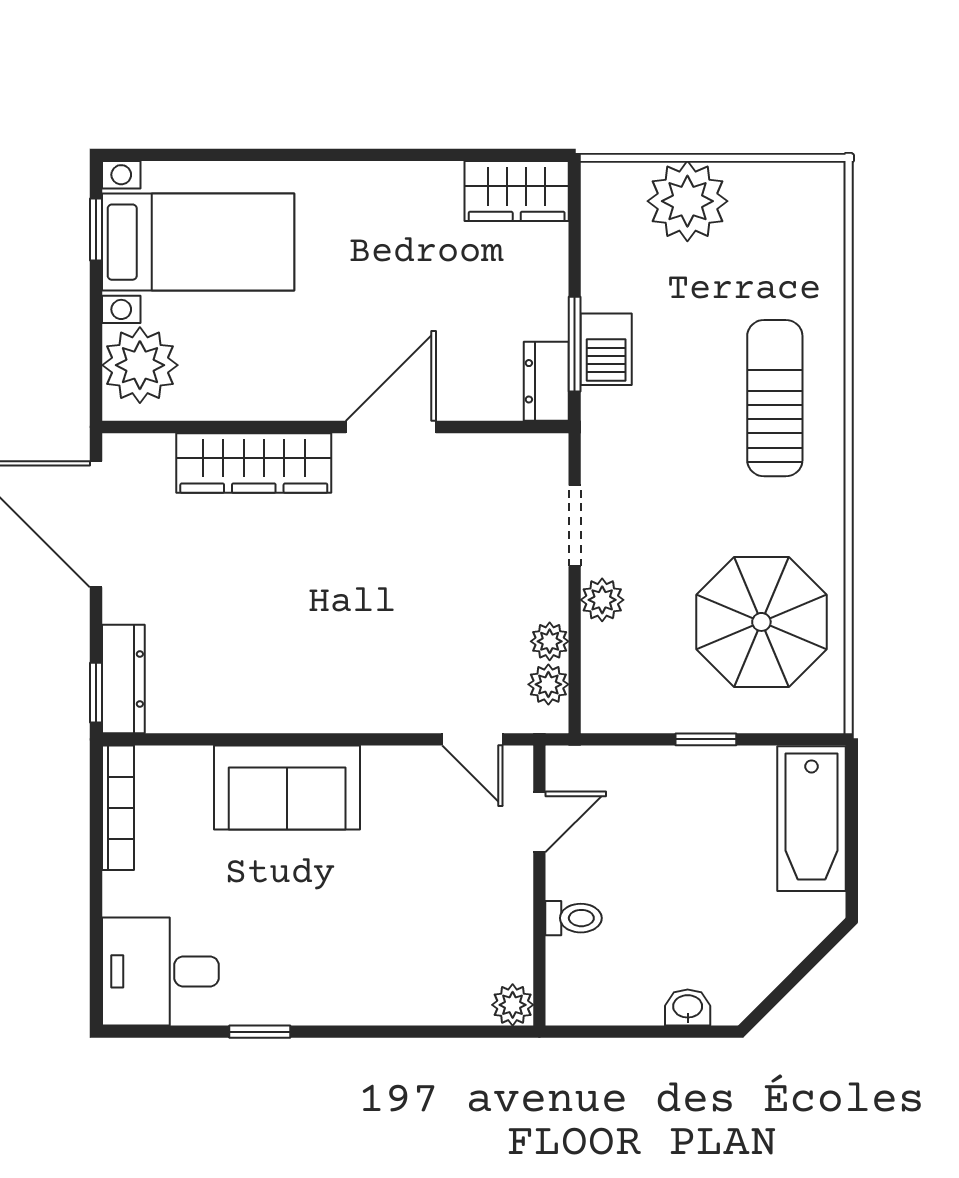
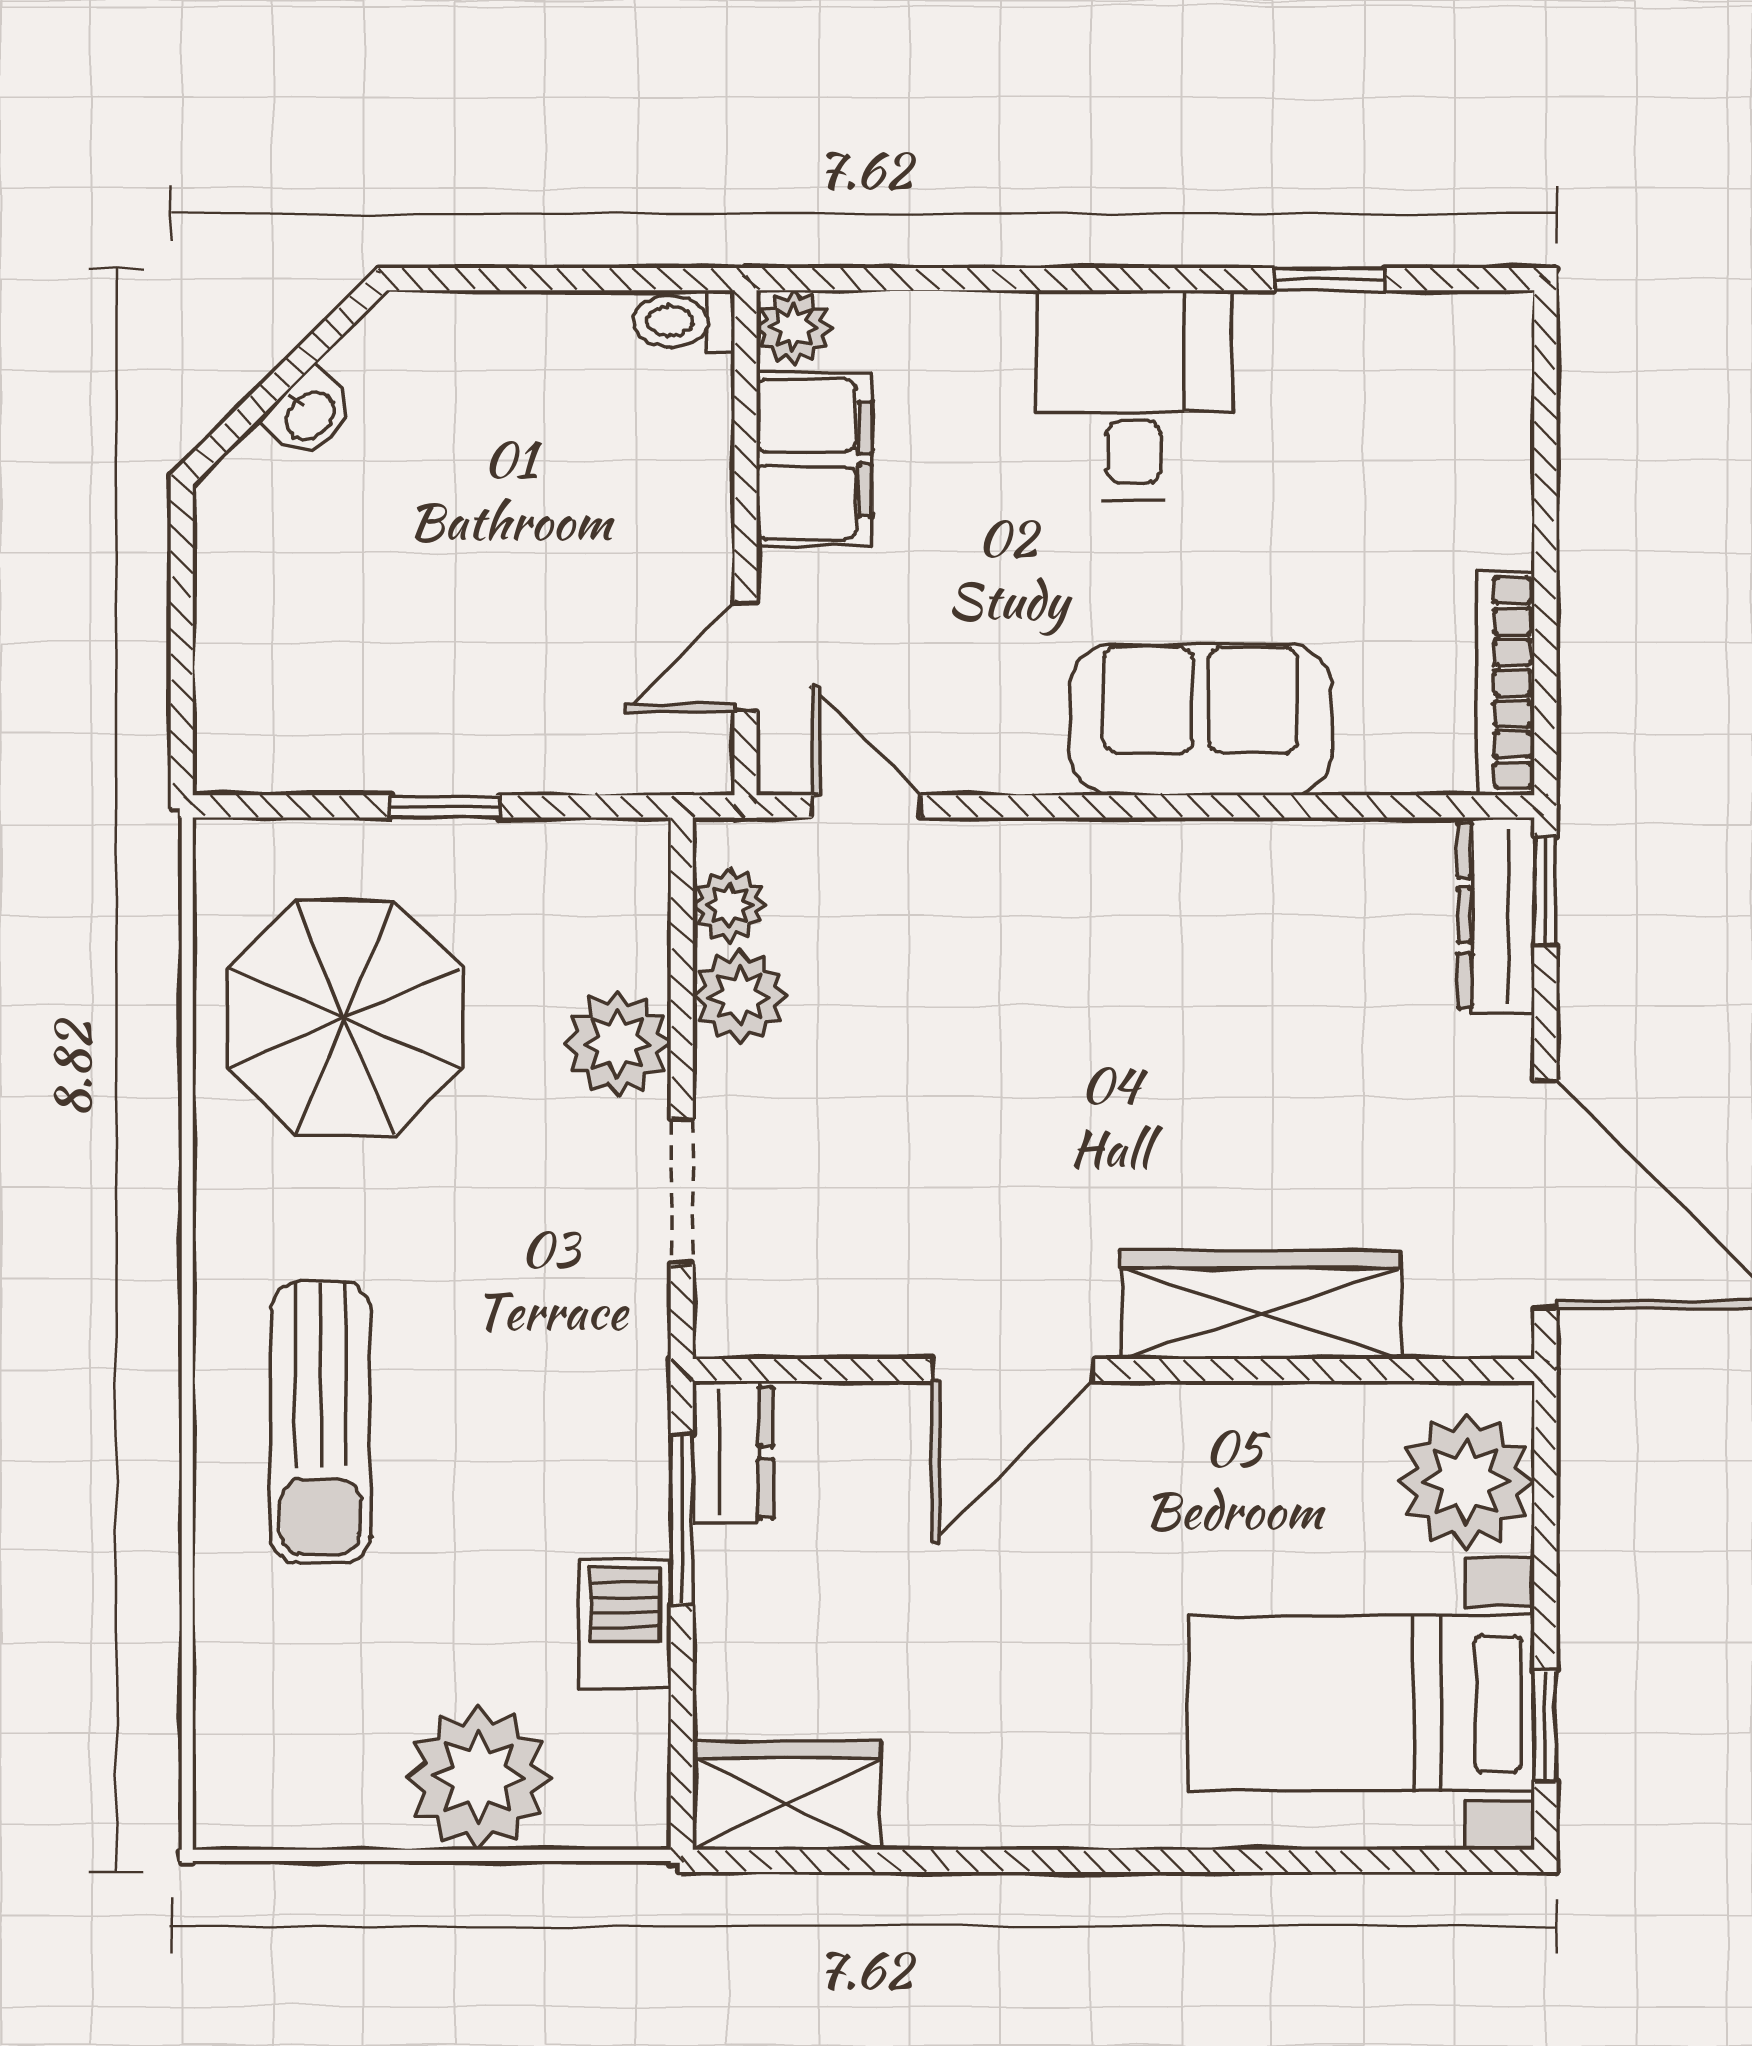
barbecue: (606, 349) -> (625, 1624), moved
plant: (602, 600) -> (618, 1044), width x1.38, depth x1.38
plant: (550, 641) -> (740, 996), width x1.38, depth x1.38
bathtub: (812, 819) -> (254, 663), removed
toilet: (573, 918) -> (684, 321), moved
filing cabinet: (501, 932) -> (814, 459), added
desk: (160, 971) -> (1134, 395), moved, turned -90
washbasin: (688, 1007) -> (309, 414), moved, turned -45
window: (260, 1032) -> (1330, 279), moved

